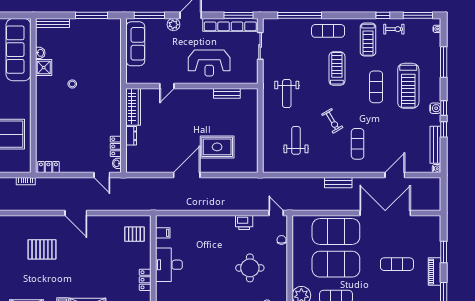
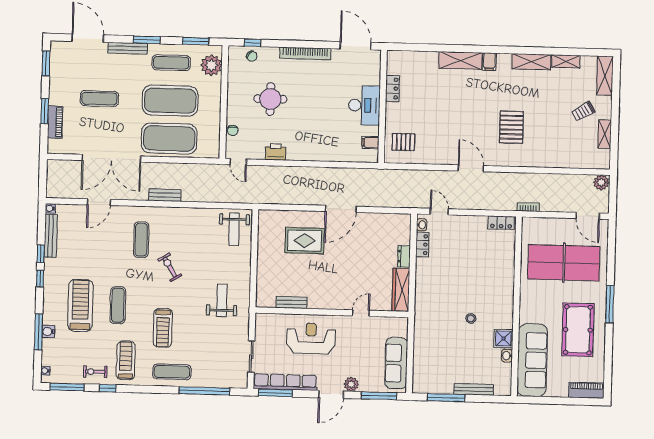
bench: (52, 23) -> (474, 389), moved
water cooler: (435, 108) -> (48, 332), moved
weight bench: (296, 140) -> (234, 229), moved
pallet: (42, 249) -> (511, 127), turned 90
piano: (434, 272) -> (55, 122), moved

